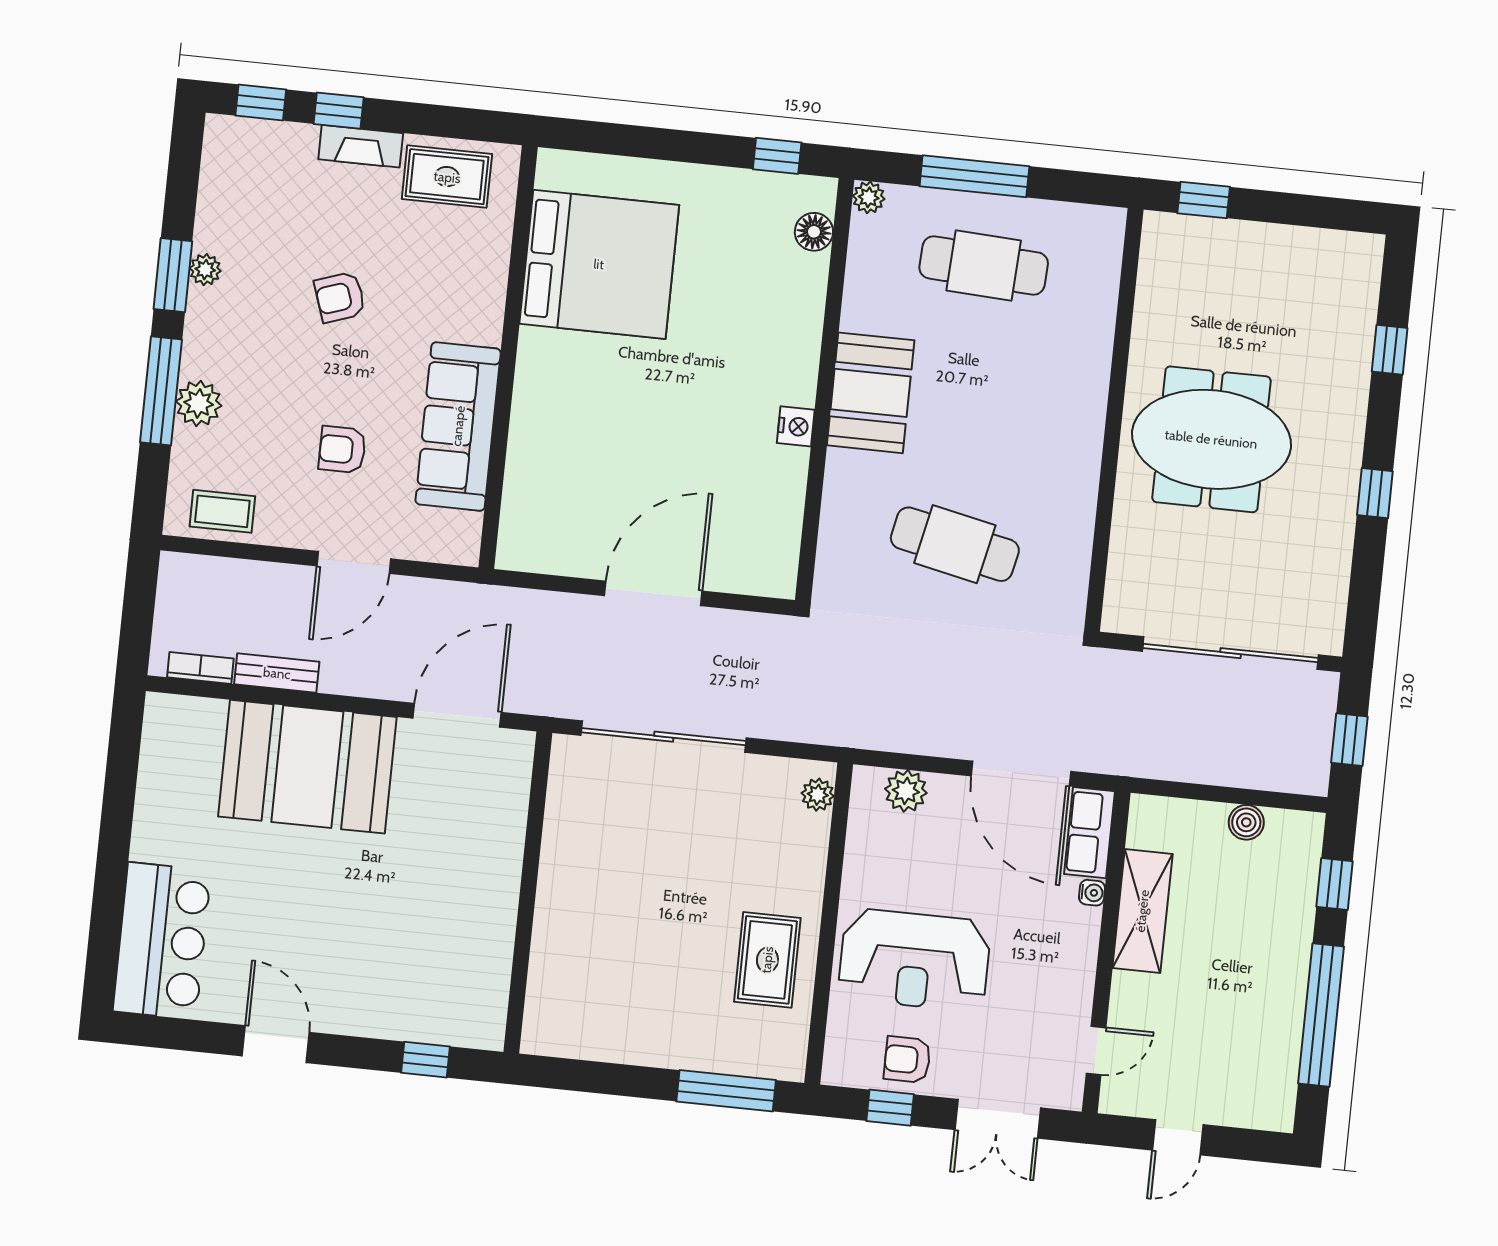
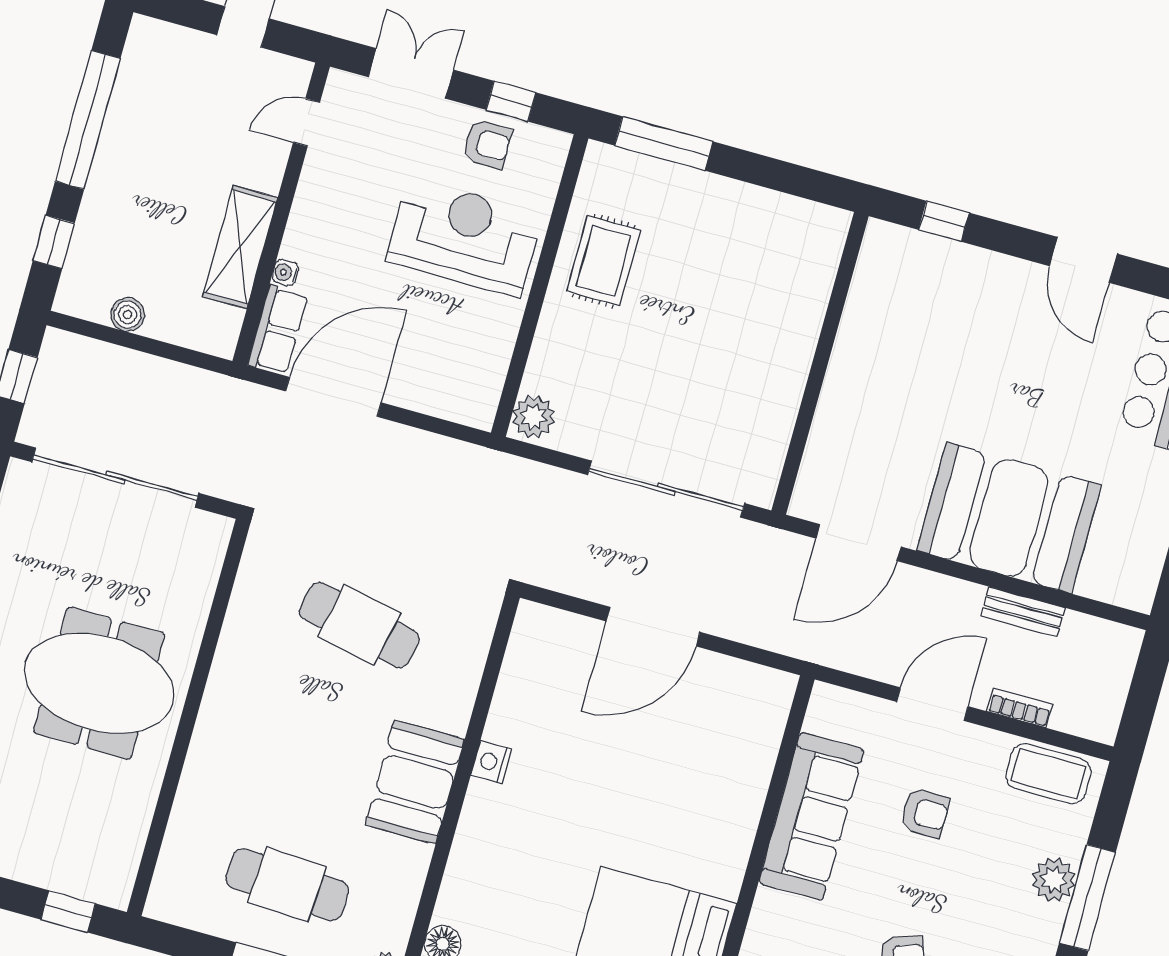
coffee table: (222, 511) -> (1048, 774), width x1.36, depth x1.30
bookcase: (200, 668) -> (1020, 708), moved, turned 180
door: (1021, 774) -> (333, 397), hinge flipped
plant: (906, 791) -> (445, 399), removed
plant: (818, 795) -> (534, 417), width x1.38, depth x1.38

